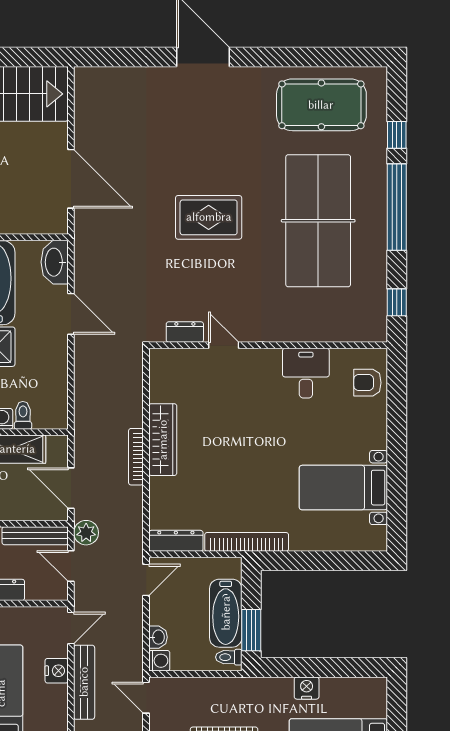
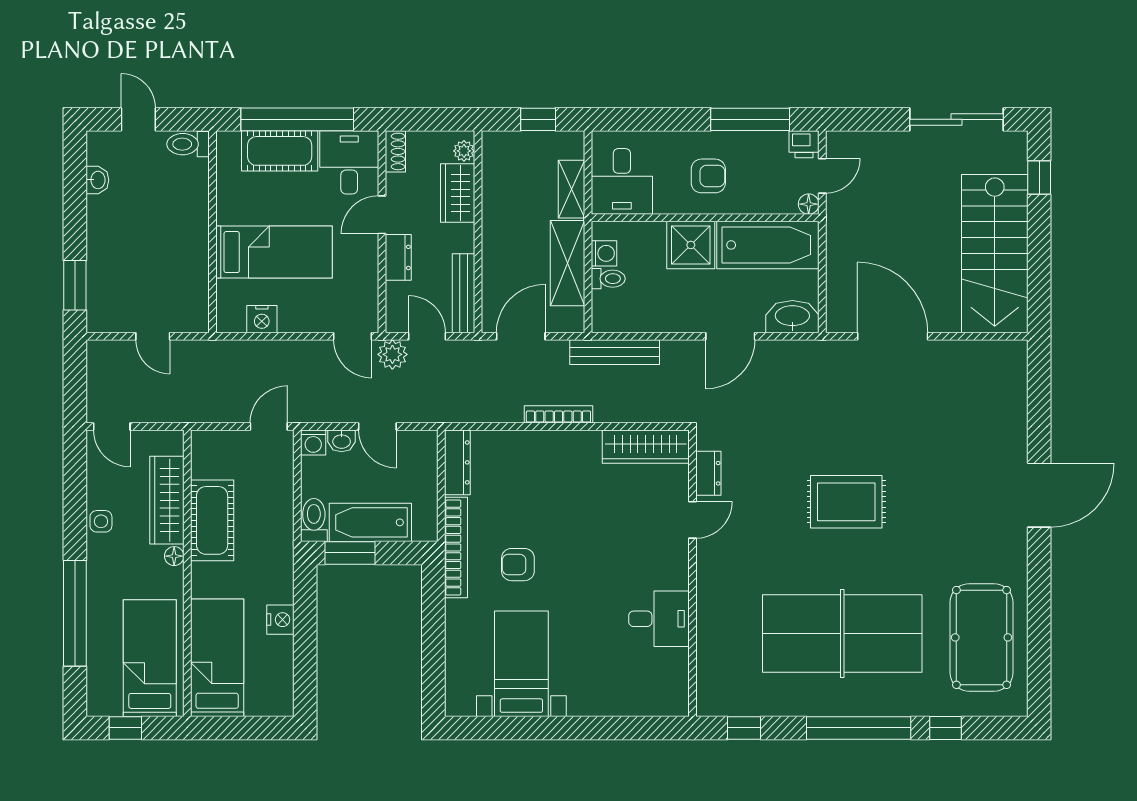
door: (71, 179) -> (893, 336), swing flipped
rug: (209, 217) -> (846, 502), turned 90
armchair: (367, 383) -> (518, 565), moved, turned -90
wardrobe: (163, 440) -> (646, 447), moved
plant: (86, 533) -> (392, 354), moved
door: (71, 566) -> (427, 336), hinge flipped
door: (146, 580) -> (377, 427), moved
toilet: (229, 657) -> (314, 520), width x1.37, depth x1.39
nightstand: (57, 671) -> (262, 319), moved
bench: (84, 682) -> (615, 352), moved

